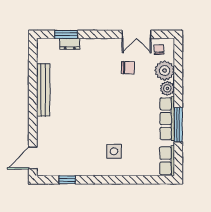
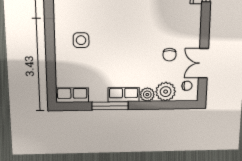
row of seats: (167, 119) -> (124, 95), width x0.68

